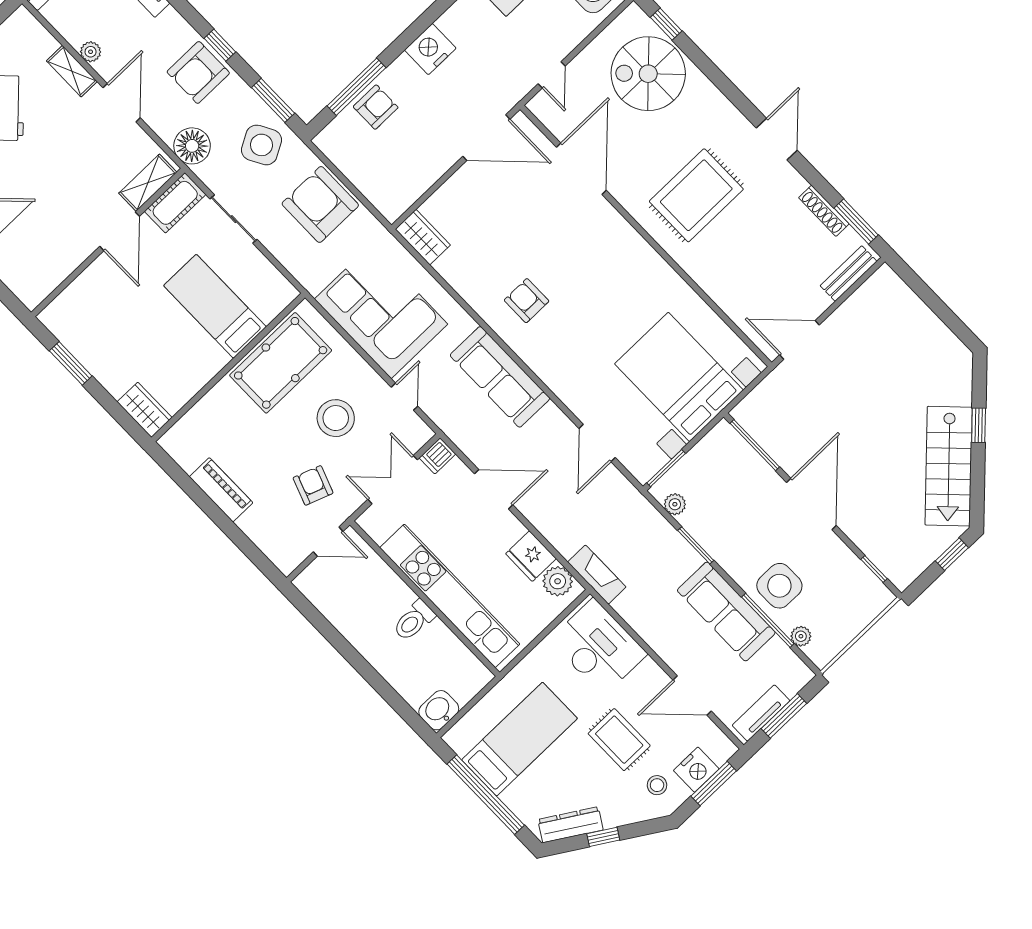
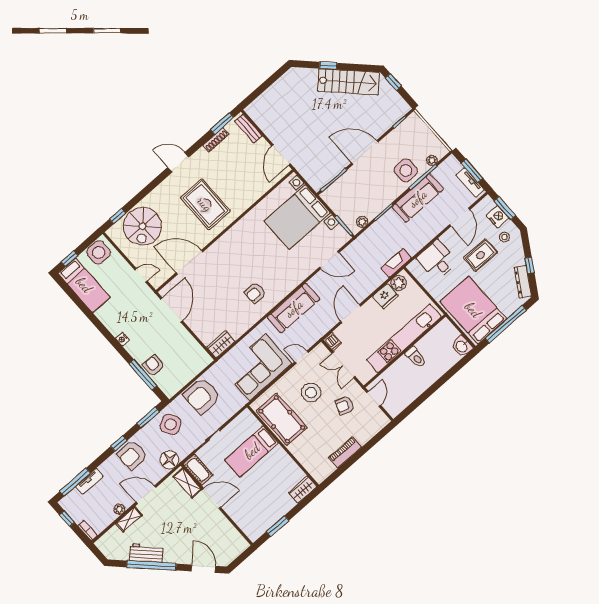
nightstand: (430, 49) -> (122, 339), width x0.53, depth x0.56
armchair: (198, 72) -> (132, 455), turned 90
desk: (598, 647) -> (437, 260), width x0.73
bed: (520, 739) -> (473, 310), width x1.50

